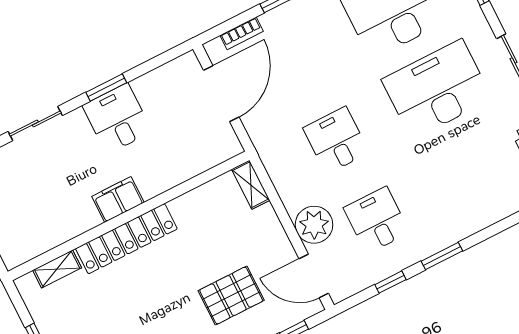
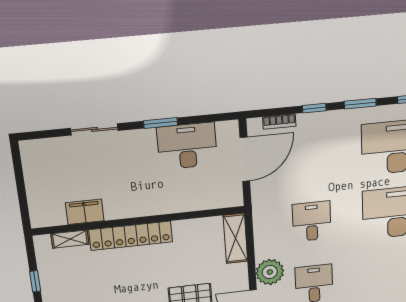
desk: (117, 119) -> (187, 146), moved, width x1.37
shelving: (251, 185) -> (235, 238), width x1.50, depth x1.33
filing cabinet: (118, 199) -> (85, 212), moved

